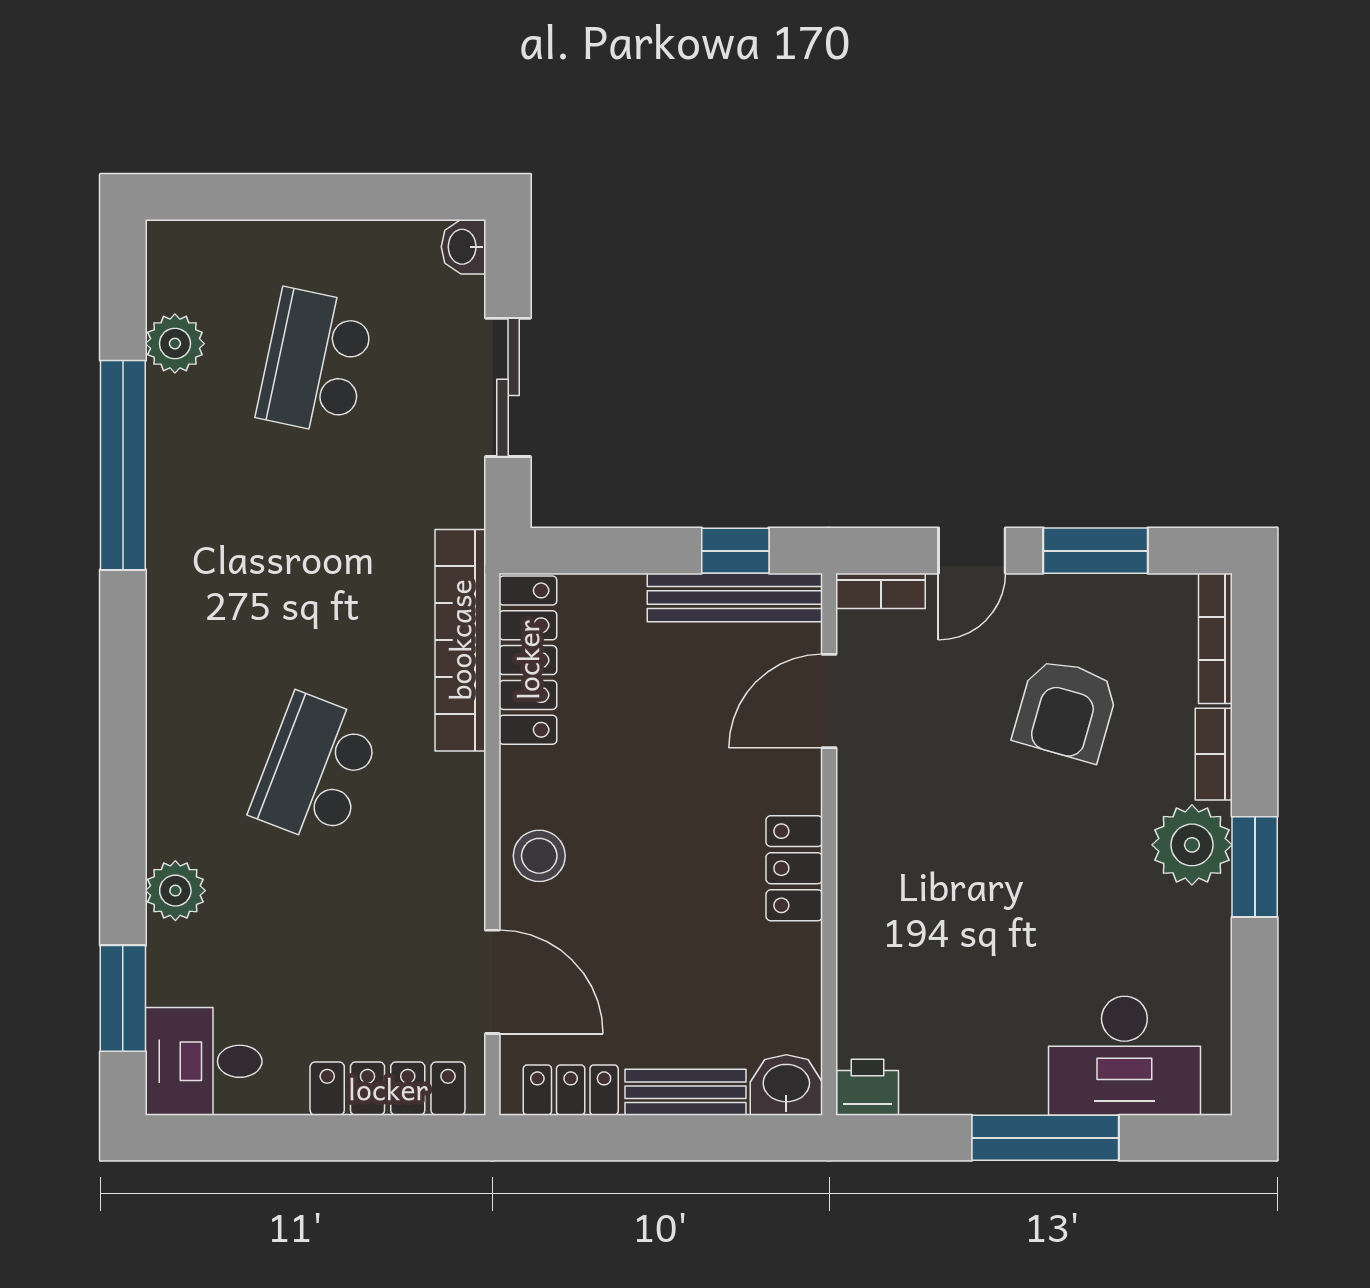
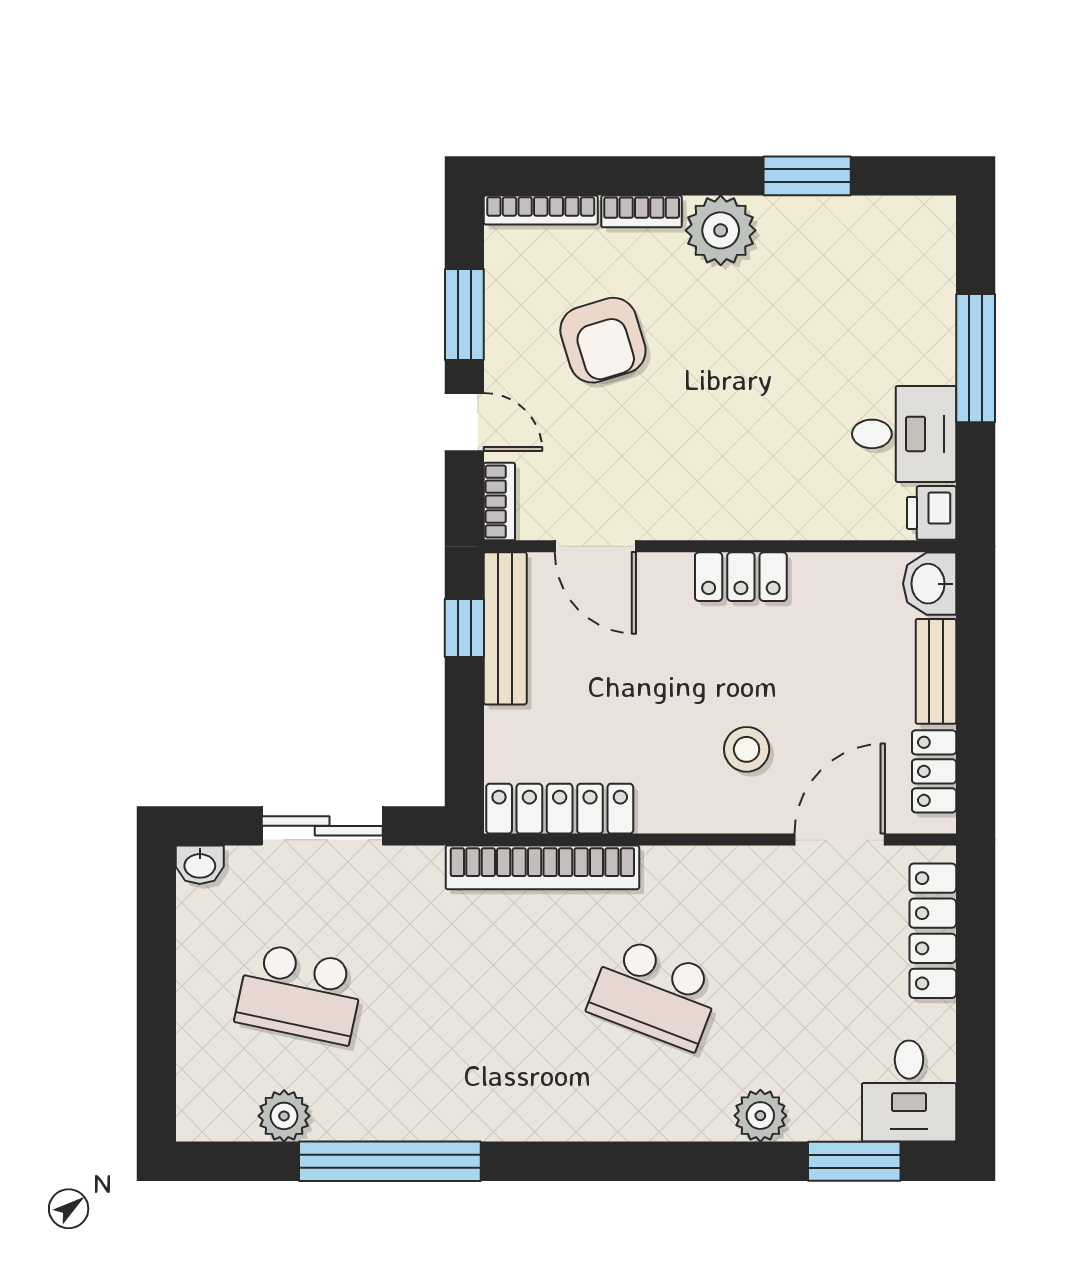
armchair: (1066, 710) -> (603, 340), turned 57
stool: (539, 856) -> (747, 749), moved
window: (1255, 867) -> (807, 176), moved
desk: (1124, 1056) -> (904, 434), moved, width x0.73

